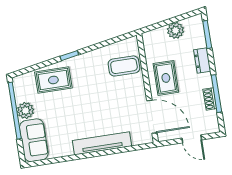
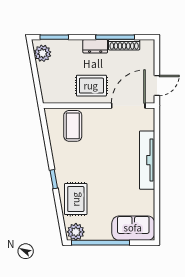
plant: (175, 30) -> (43, 53), moved
dresser: (202, 61) -> (95, 46), moved
shoe rack: (210, 99) -> (124, 45), width x1.43
plant: (25, 111) -> (76, 232), moved
door: (192, 139) -> (157, 85), moved

